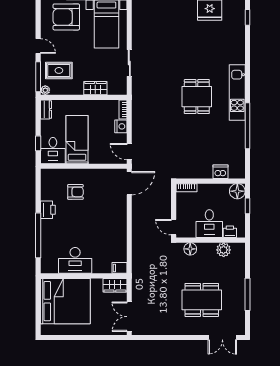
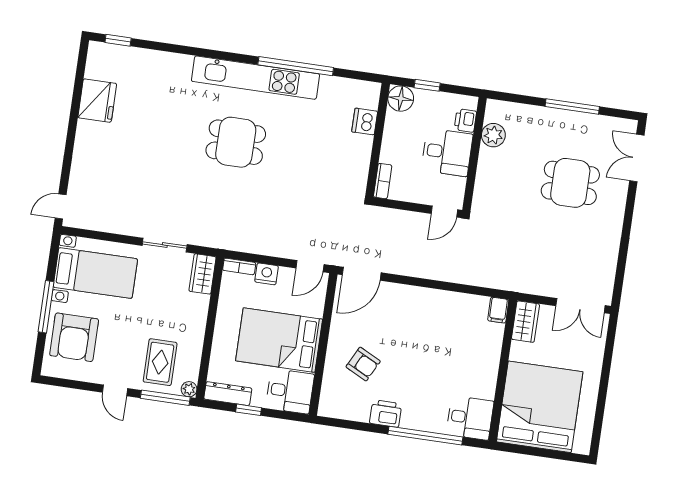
door: (38, 46) -> (115, 390), swing flipped
wardrobe: (95, 88) -> (203, 274), moved
kitchen unit: (237, 93) -> (255, 78), width x1.36
dresser: (46, 109) -> (228, 394), width x1.44
bed: (77, 140) -> (279, 340), width x1.50
window: (38, 143) -> (249, 410), moved
door: (129, 183) -> (362, 274), swing flipped
armchair: (75, 192) -> (363, 364), turned 117
floor lamp: (190, 249) -> (484, 190), removed
desk: (75, 260) -> (470, 418), moved, width x0.73
dining table: (202, 300) -> (570, 183), width x0.73
double door: (222, 337) -> (637, 158), swing flipped

